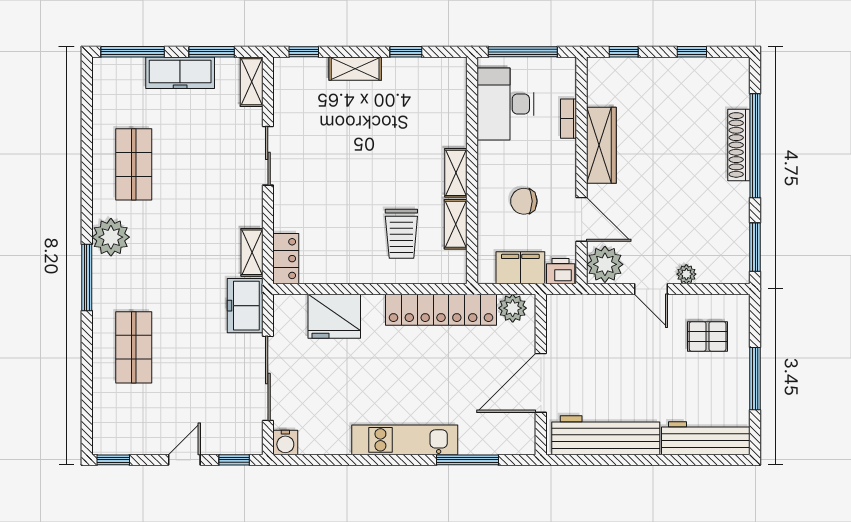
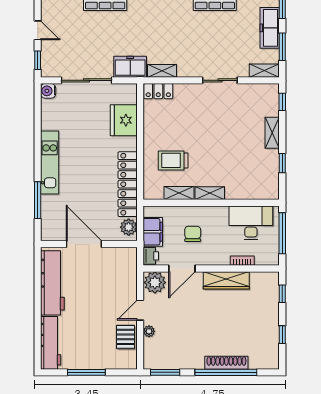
pallet: (708, 336) -> (125, 337), moved

